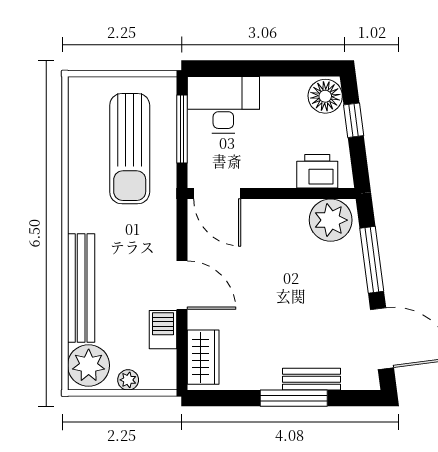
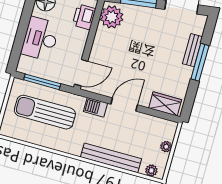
desk: (223, 105) -> (40, 39), moved
sun lounger: (130, 149) -> (45, 112), turned 180
barbecue: (163, 330) -> (96, 107), moved
plant: (89, 365) -> (151, 170), width x0.53, depth x0.53

